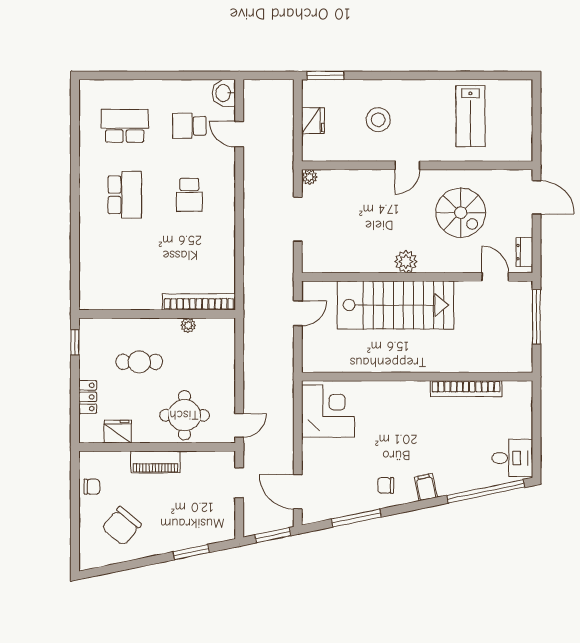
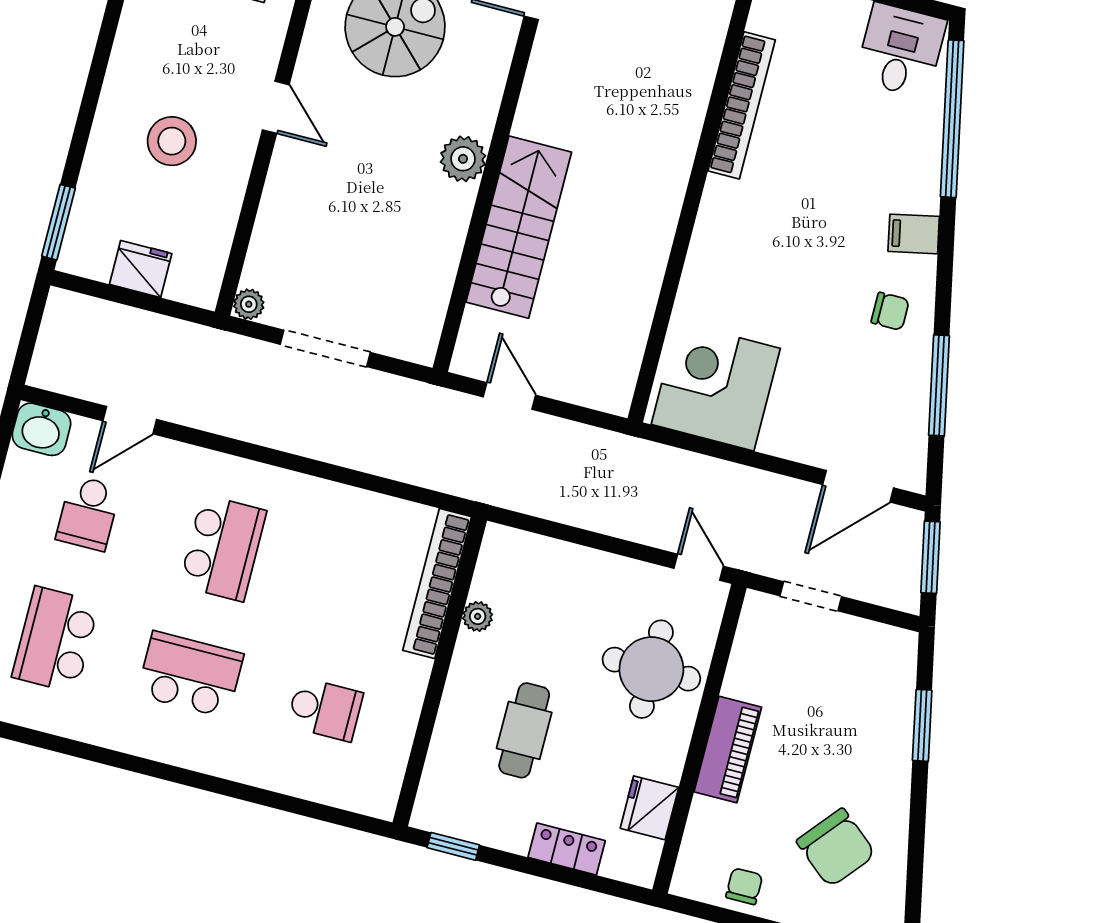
school desk: (189, 195) -> (223, 548), width x1.85
school desk: (125, 264) -> (325, 709), added
stairs: (396, 305) -> (519, 227), width x0.73, depth x0.66
chair: (386, 485) -> (890, 311), turned -90

